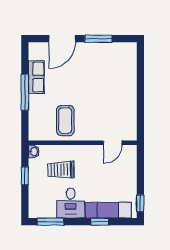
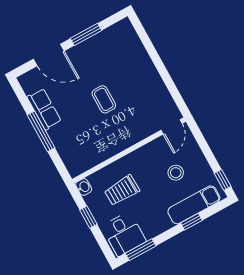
door: (62, 39) -> (49, 55), hinge flipped
coffee table: (65, 121) -> (104, 99), moved, width x0.73, depth x0.77
door: (113, 143) -> (172, 127), moved
stool: (108, 179) -> (176, 173), added
desk: (71, 203) -> (124, 234), moved

